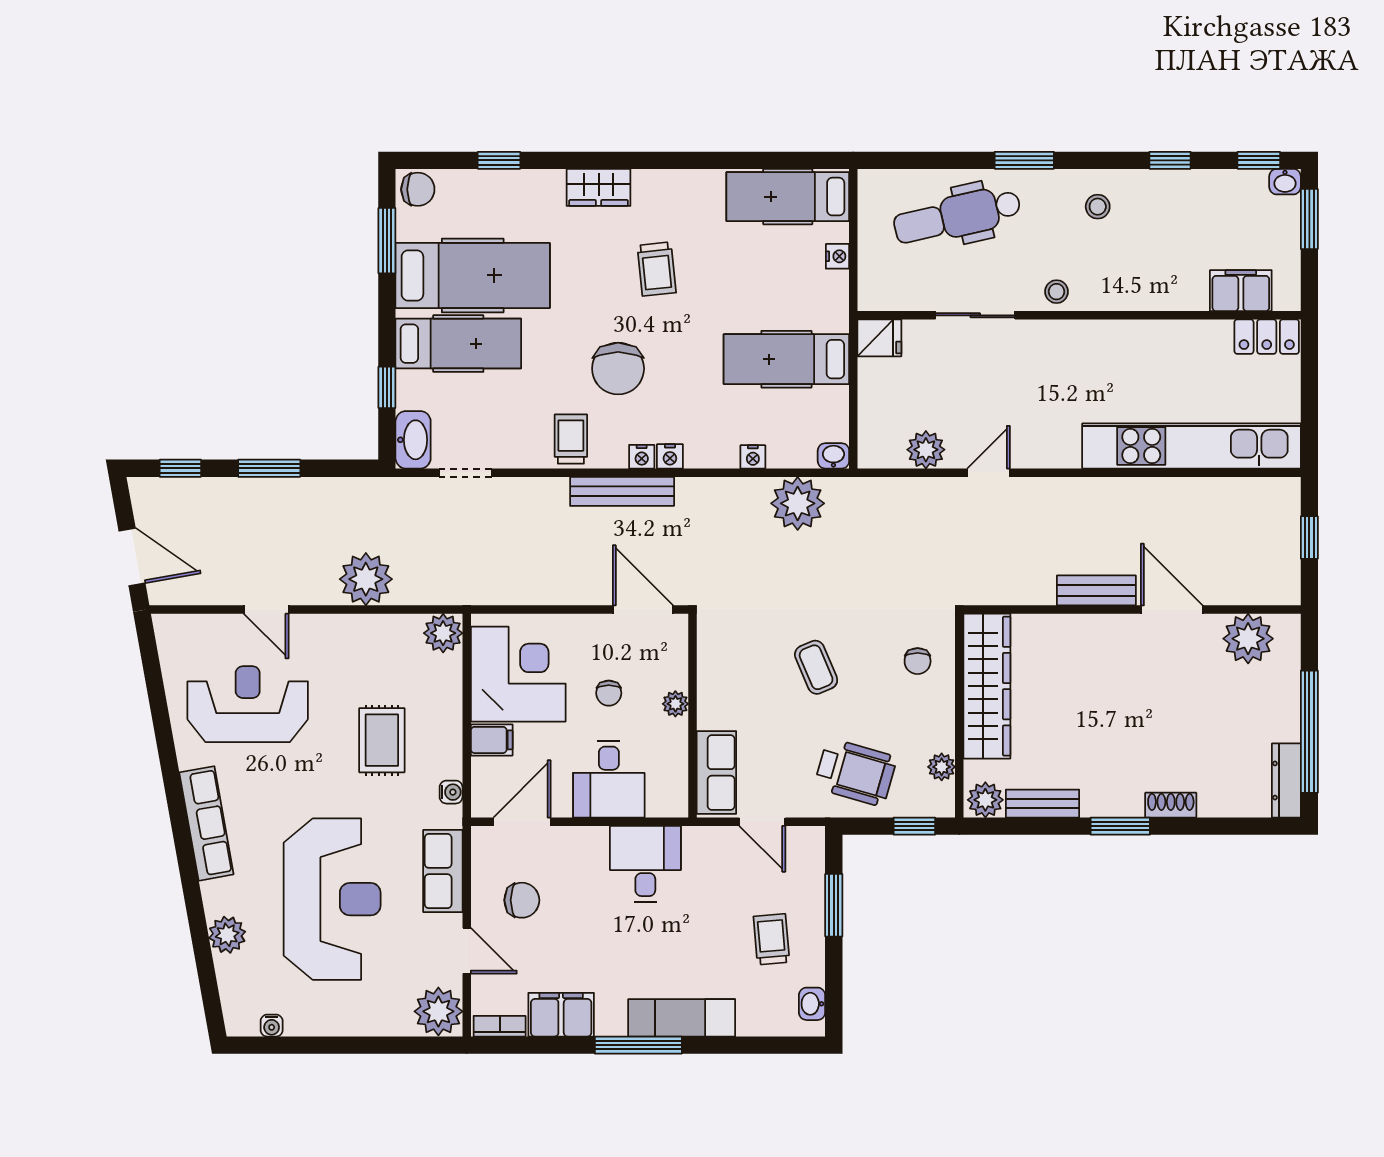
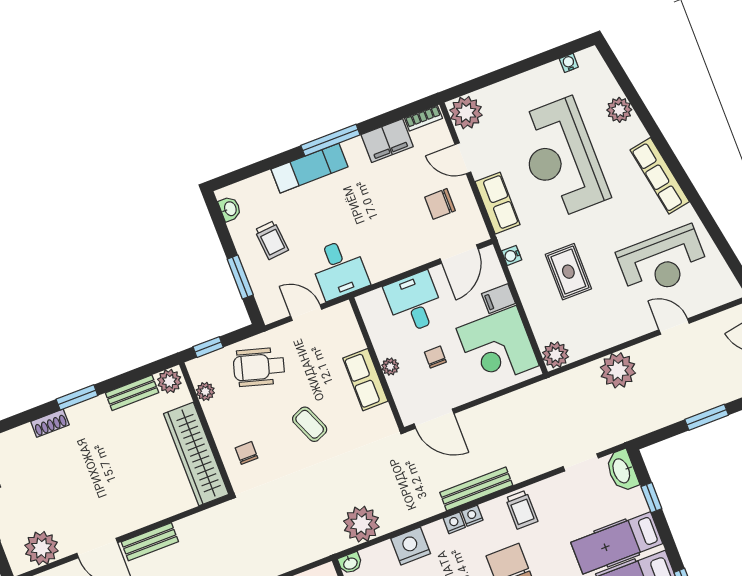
nightstand: (753, 457) -> (411, 546), width x1.89, depth x1.79
row of seats: (716, 772) -> (365, 380), moved
desk: (645, 864) -> (339, 269), moved

